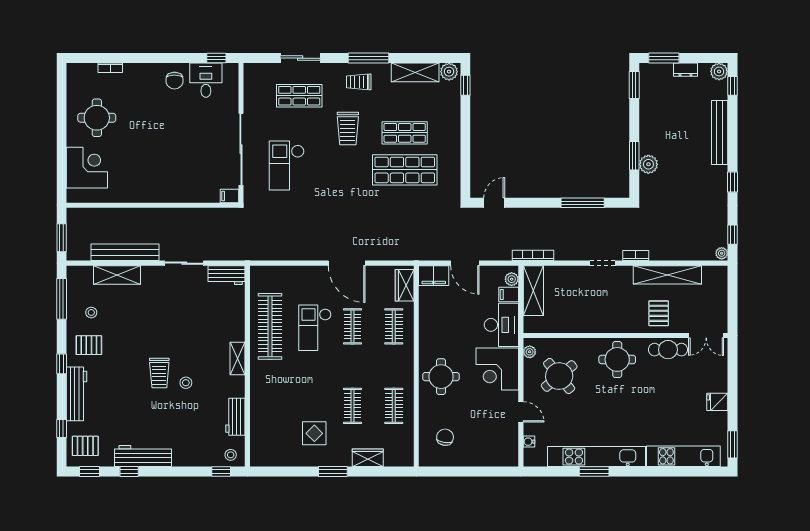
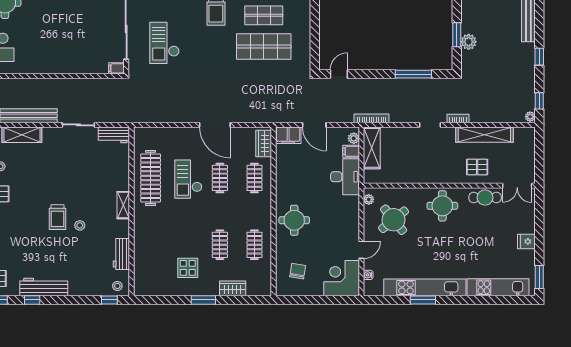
pallet: (659, 313) -> (477, 167), turned 90
corner desk: (497, 369) -> (342, 278), moved, turned 90
door: (521, 412) -> (361, 250), hinge flipped

